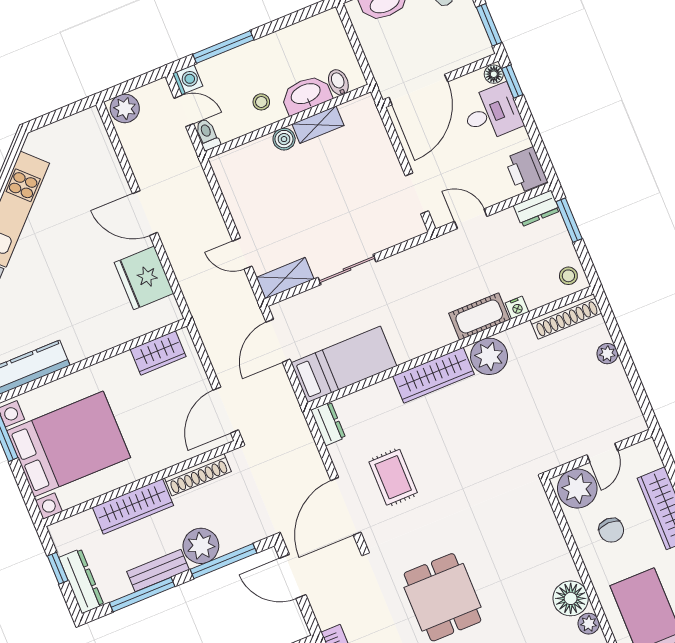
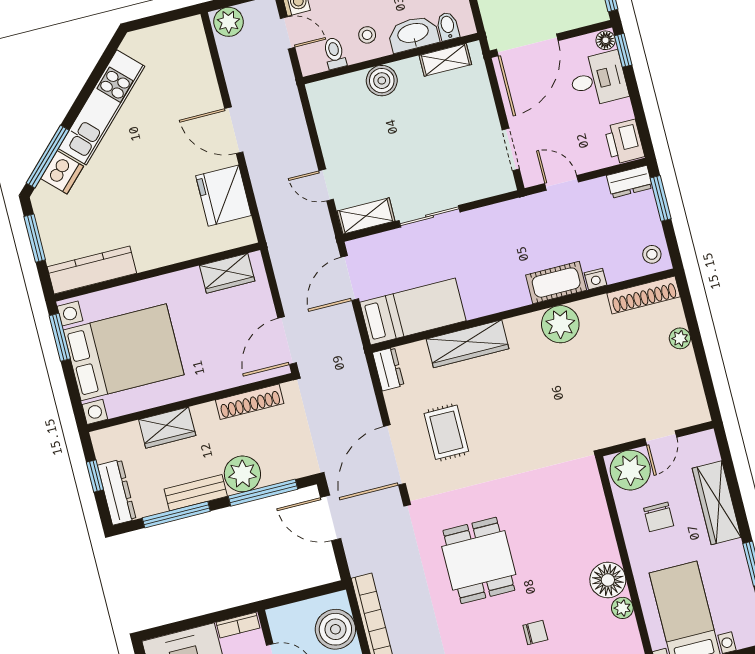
shelving: (318, 125) -> (445, 60), moved
toilet: (207, 134) -> (335, 53), moved
boiler: (284, 139) -> (382, 81), width x1.36, depth x1.36
wardrobe: (434, 375) -> (468, 344), moved
wardrobe: (133, 506) -> (167, 428), width x0.67

